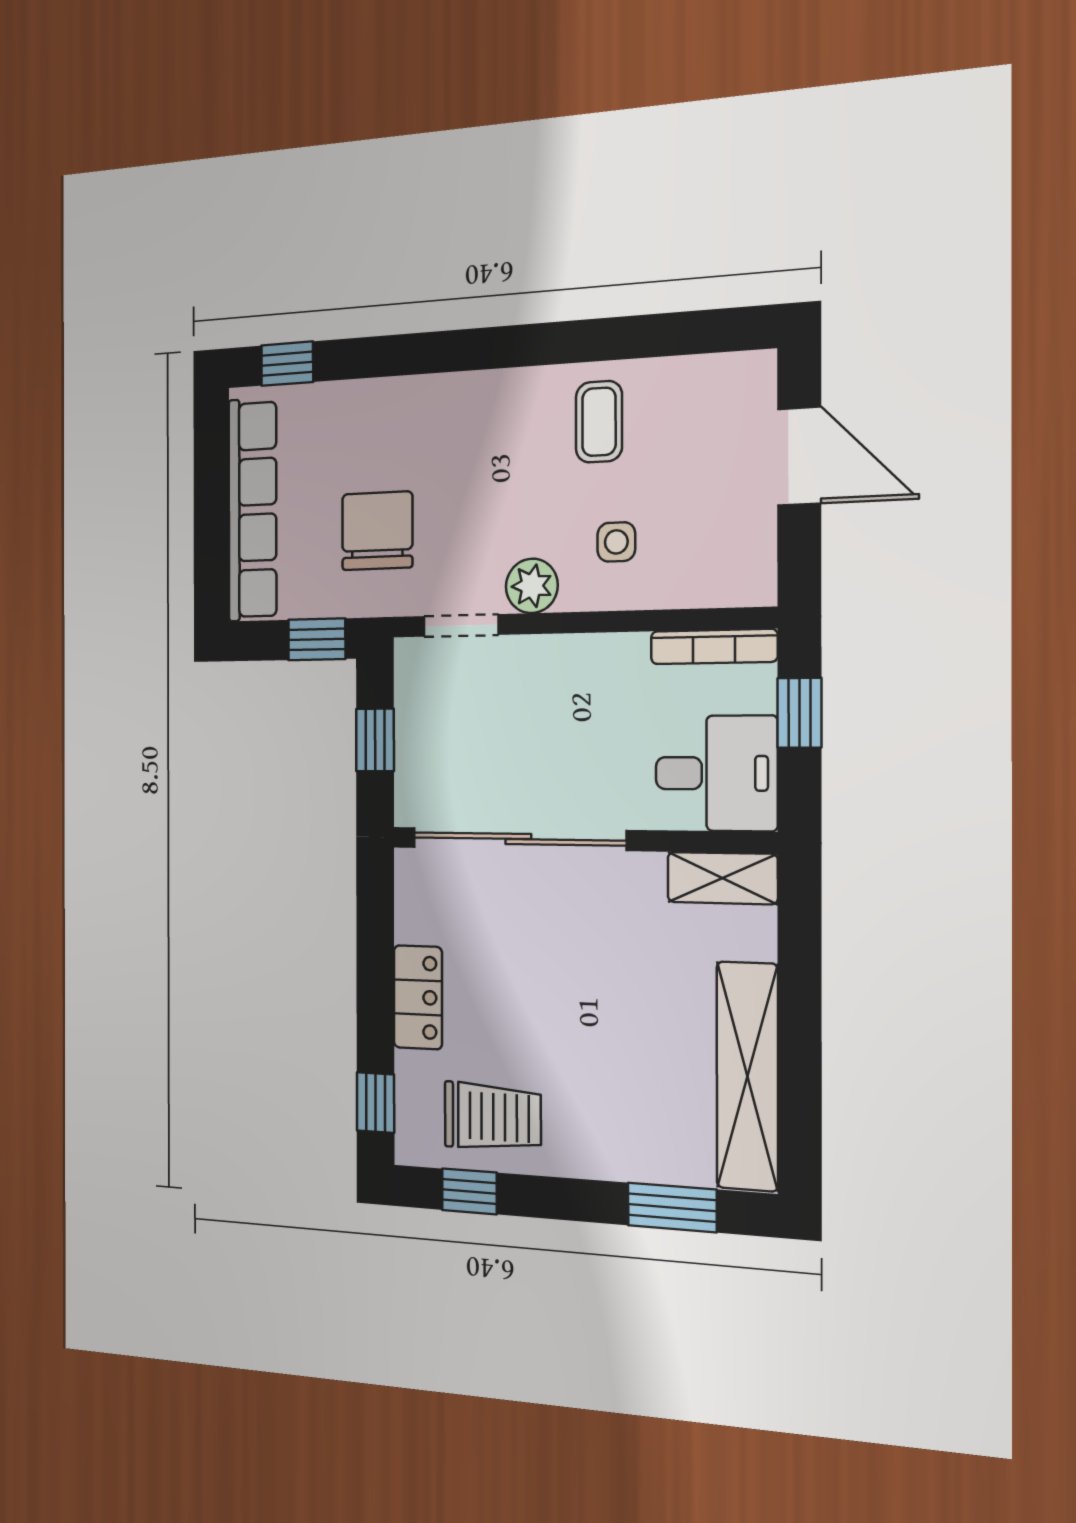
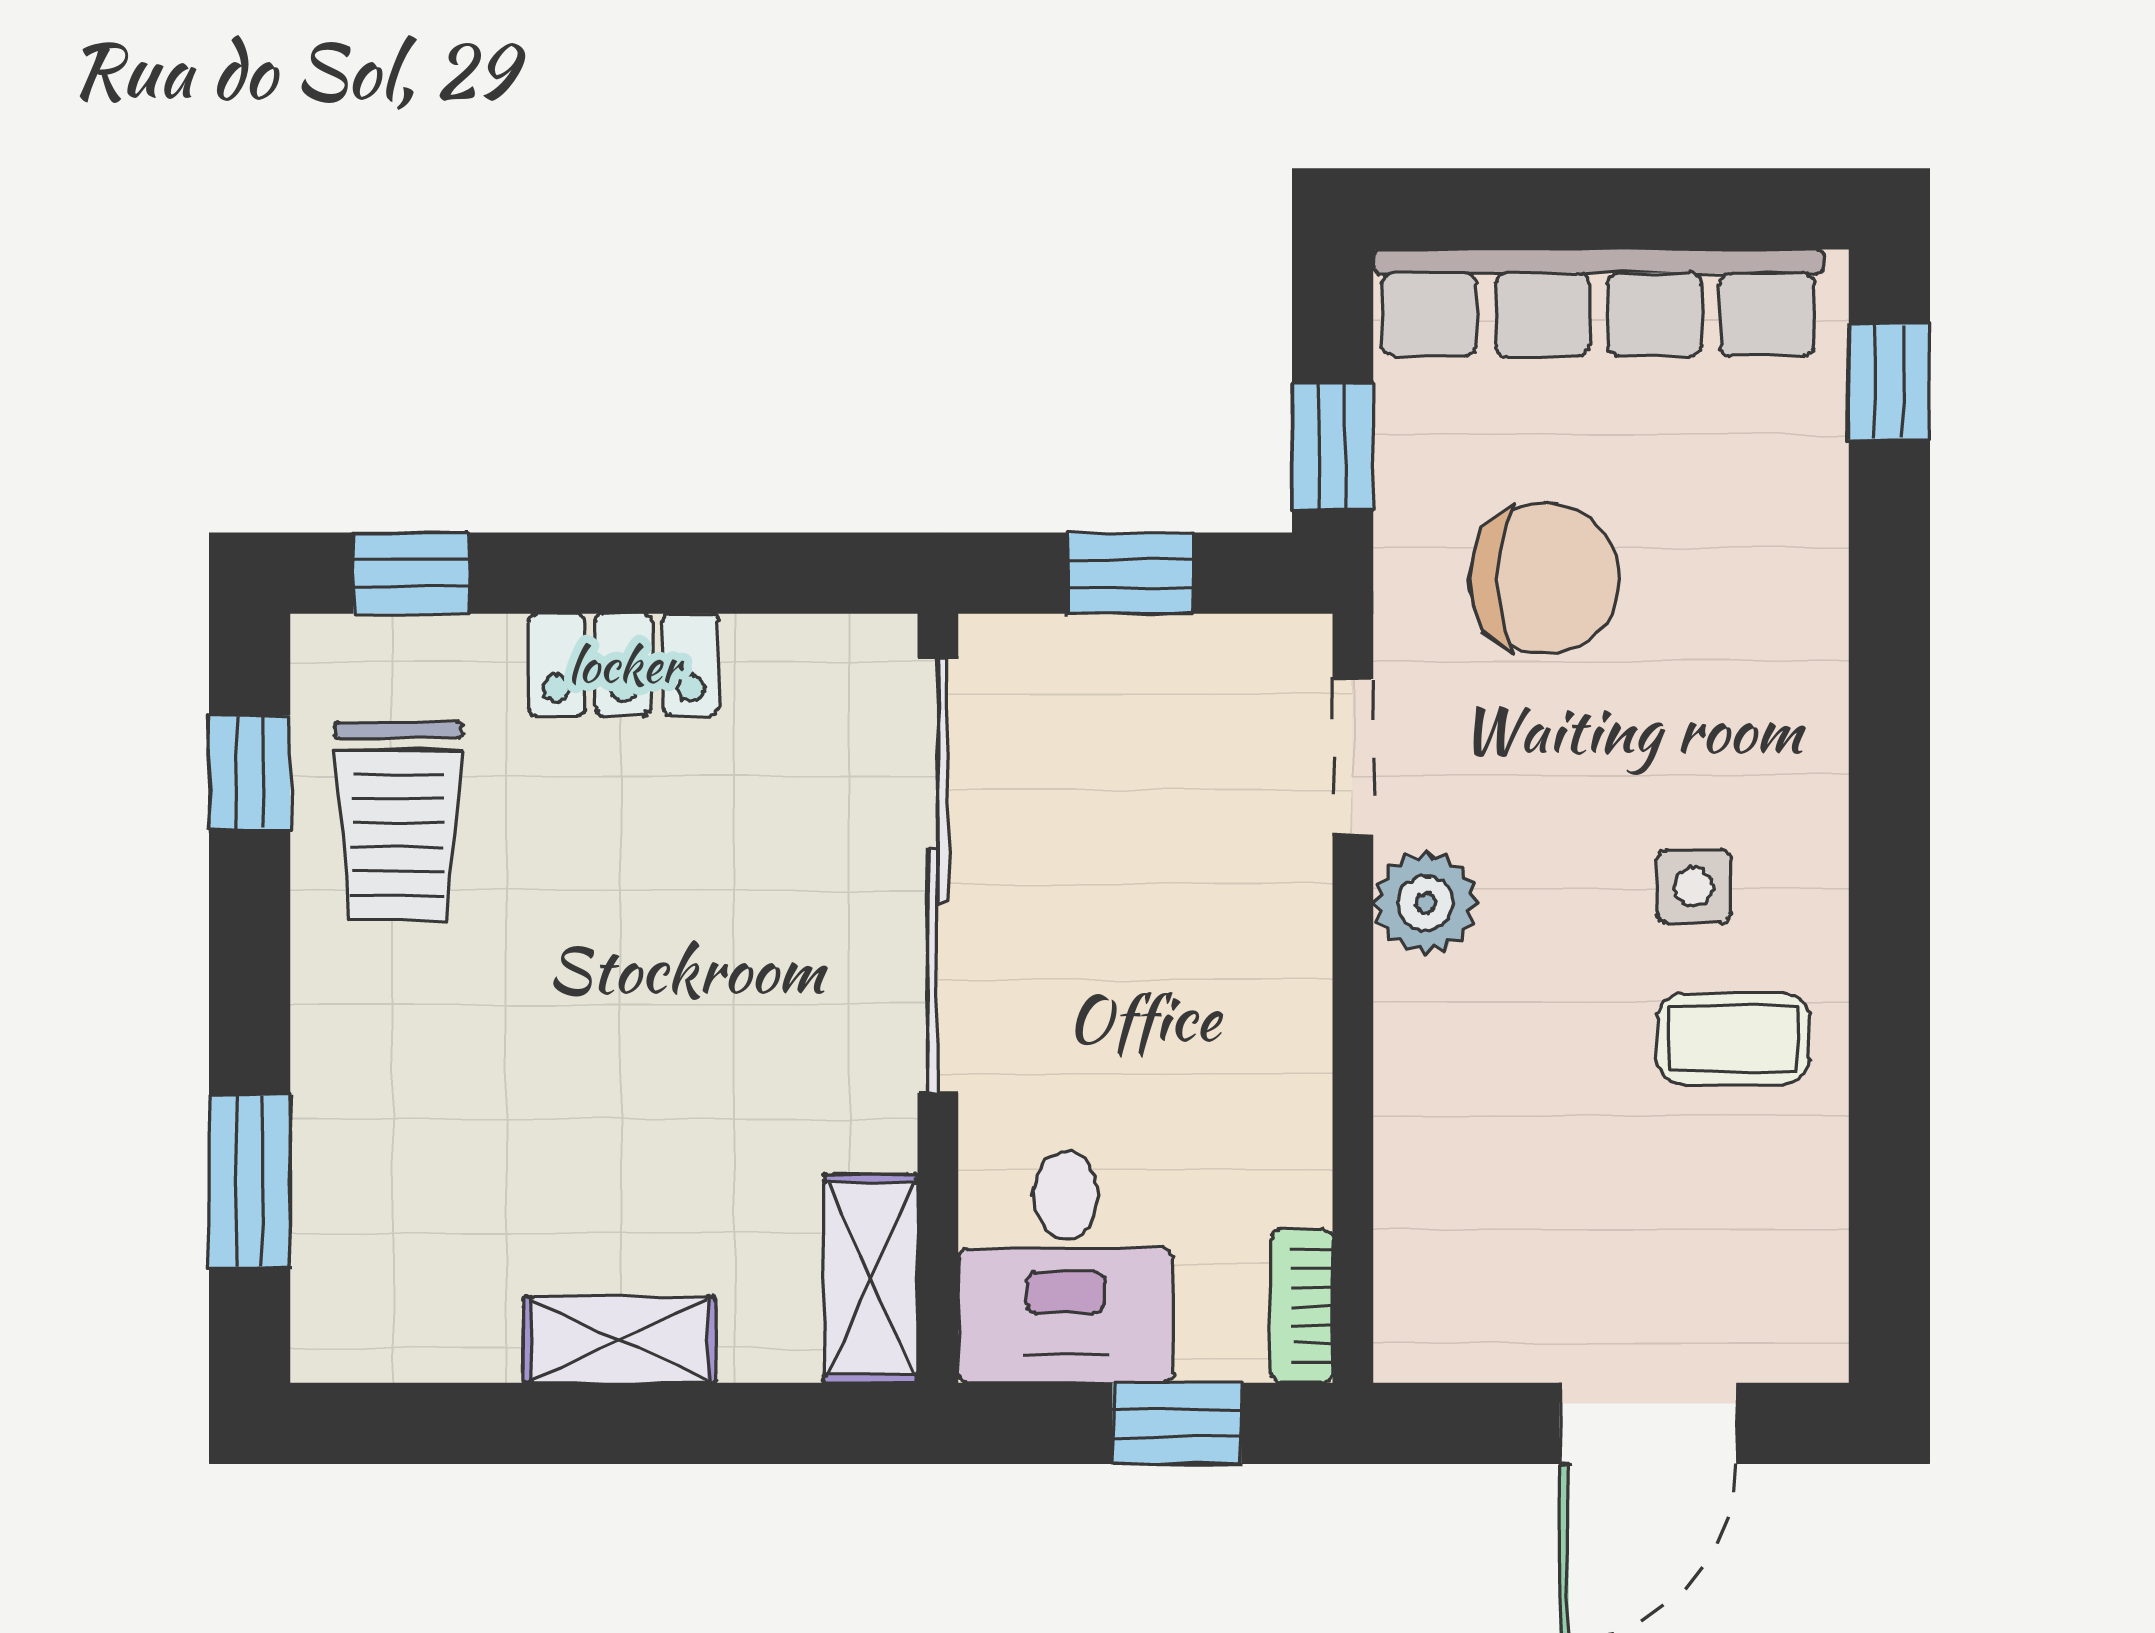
side table: (616, 542) -> (1694, 887), moved
bookcase: (714, 647) -> (1302, 1306), width x0.64
shelving: (747, 1076) -> (619, 1340), width x0.45, depth x0.75

